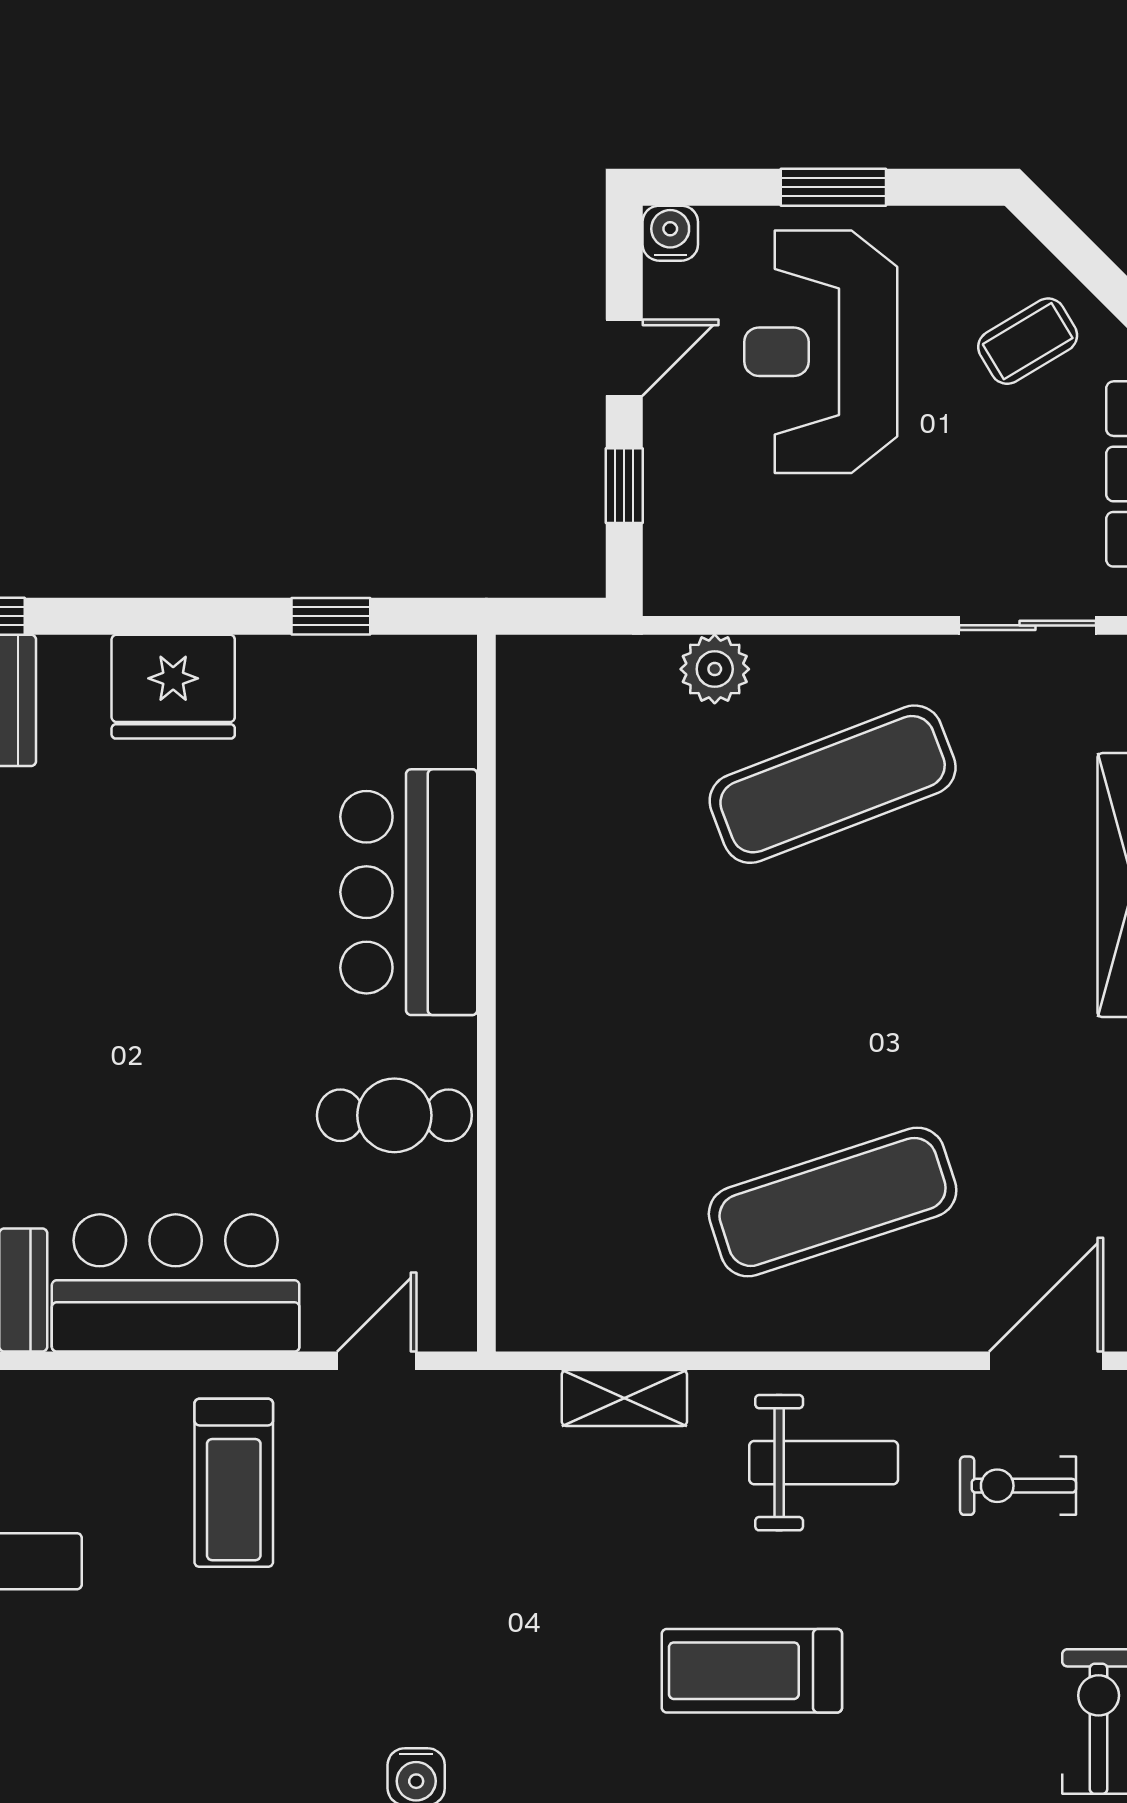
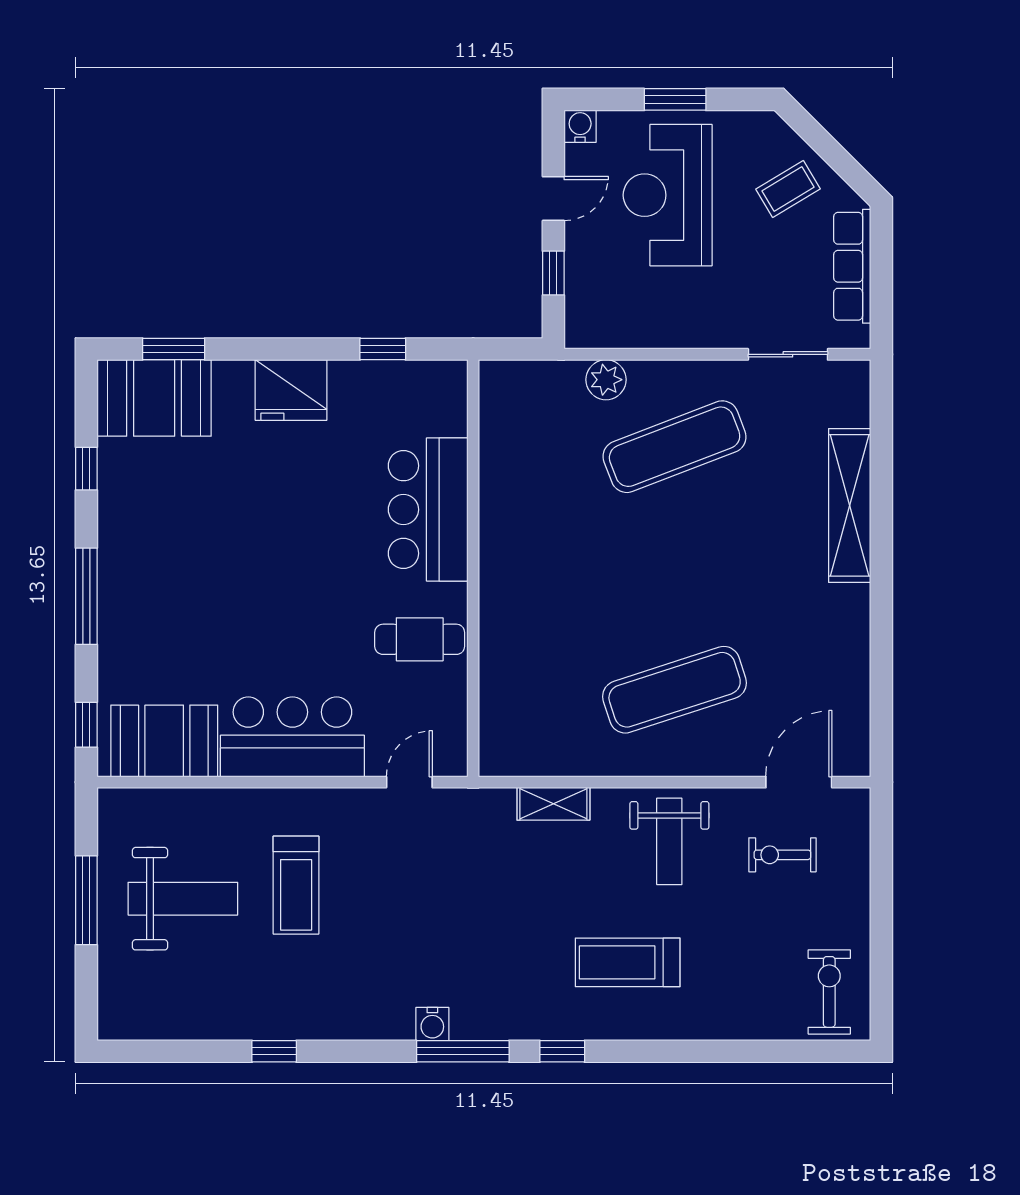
weight bench: (824, 1463) -> (669, 841), turned 90
treadmill: (234, 1483) -> (296, 885), moved

